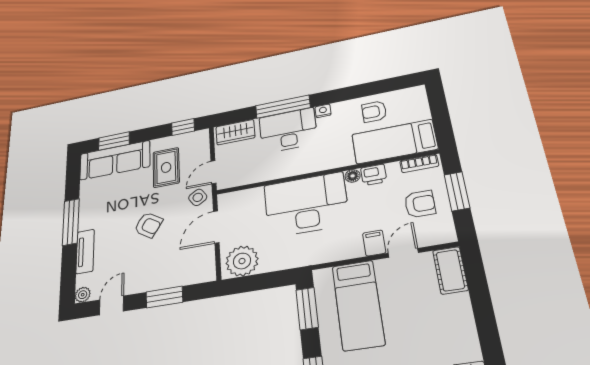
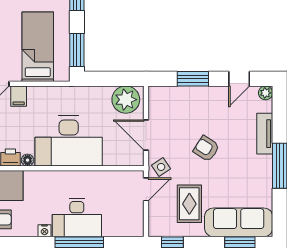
wardrobe: (235, 132) -> (124, 227), removed
door: (216, 227) -> (146, 135), swing flipped

